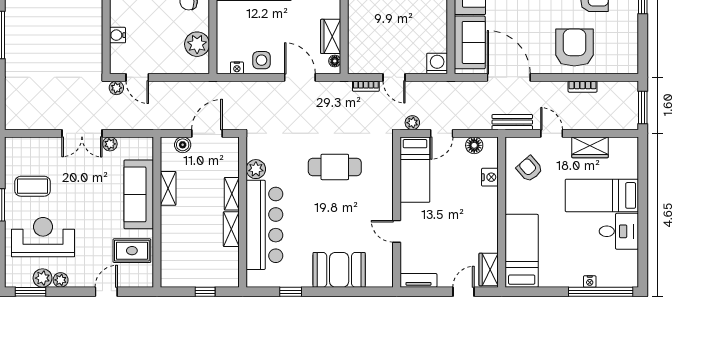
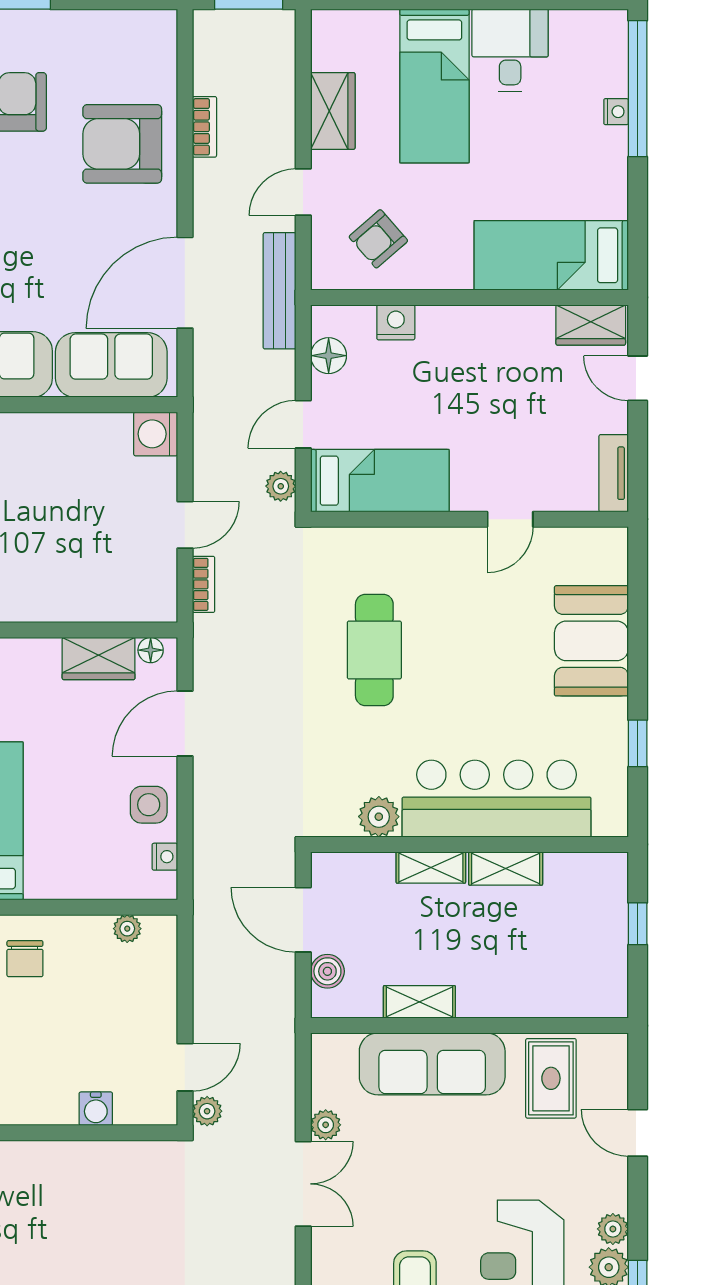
plant: (197, 44) -> (127, 929), width x0.53, depth x0.53
bench: (512, 122) -> (279, 291), width x1.36
door: (442, 133) -> (303, 424), swing flipped

